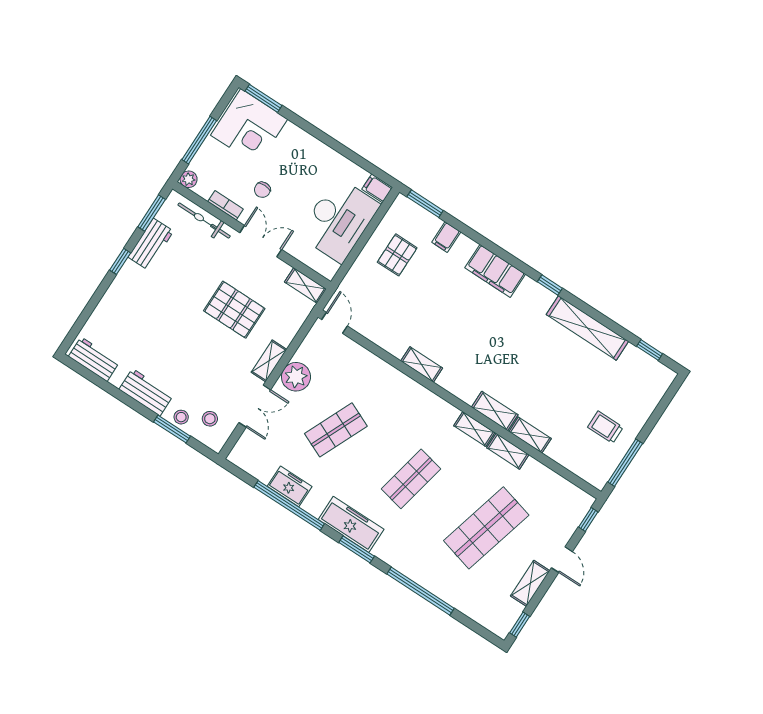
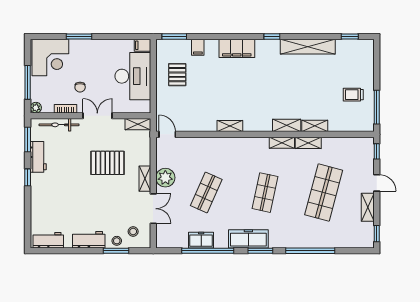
window: (264, 98) -> (79, 37), moved

